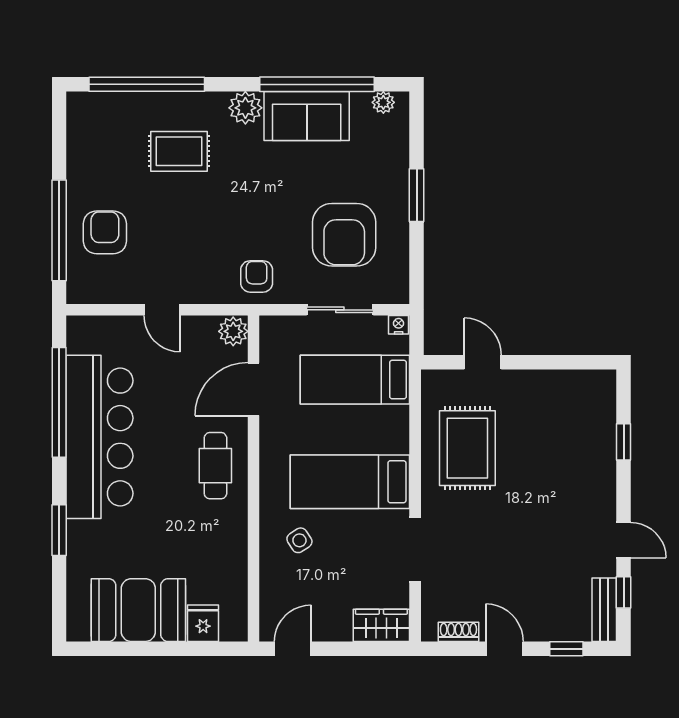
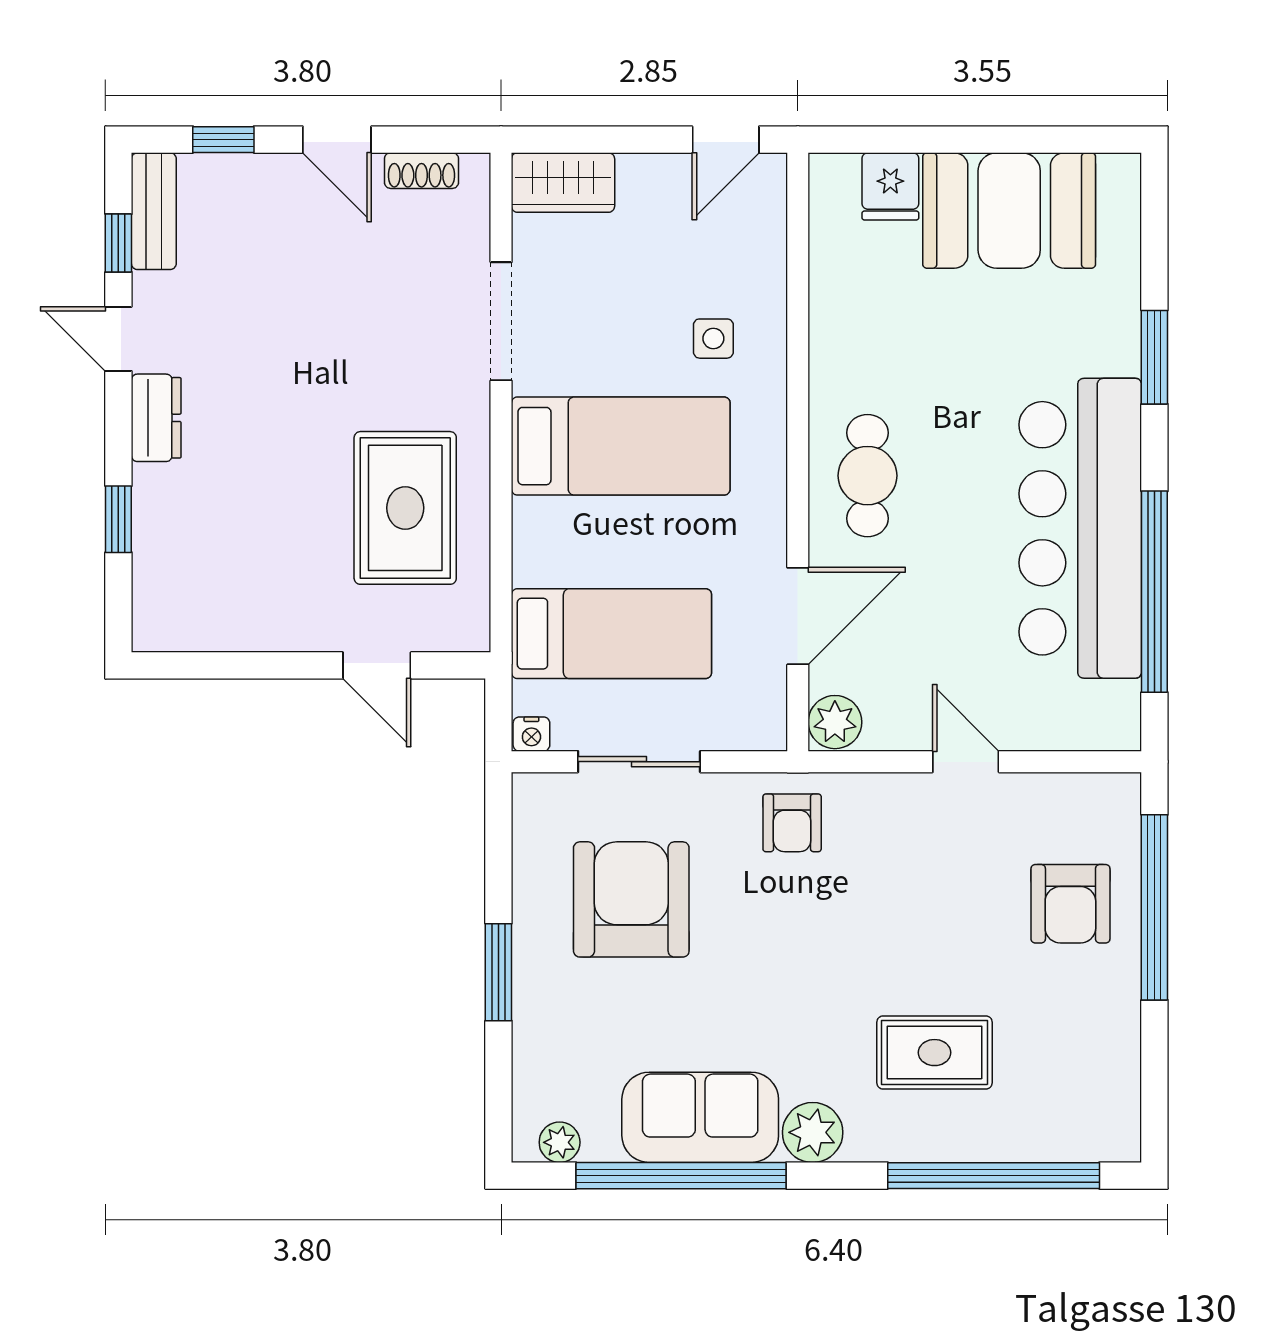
dresser: (603, 497) -> (156, 418), added
side table: (299, 540) -> (713, 339), turned 33

